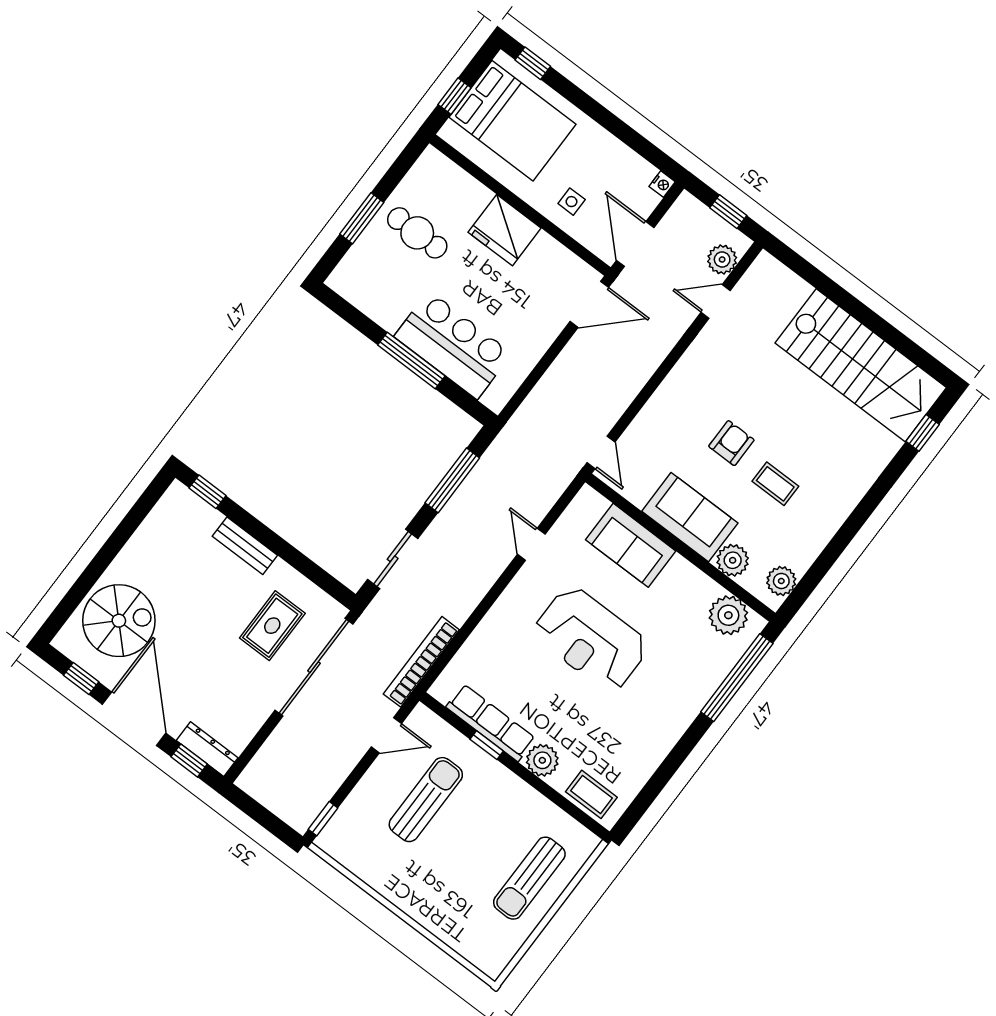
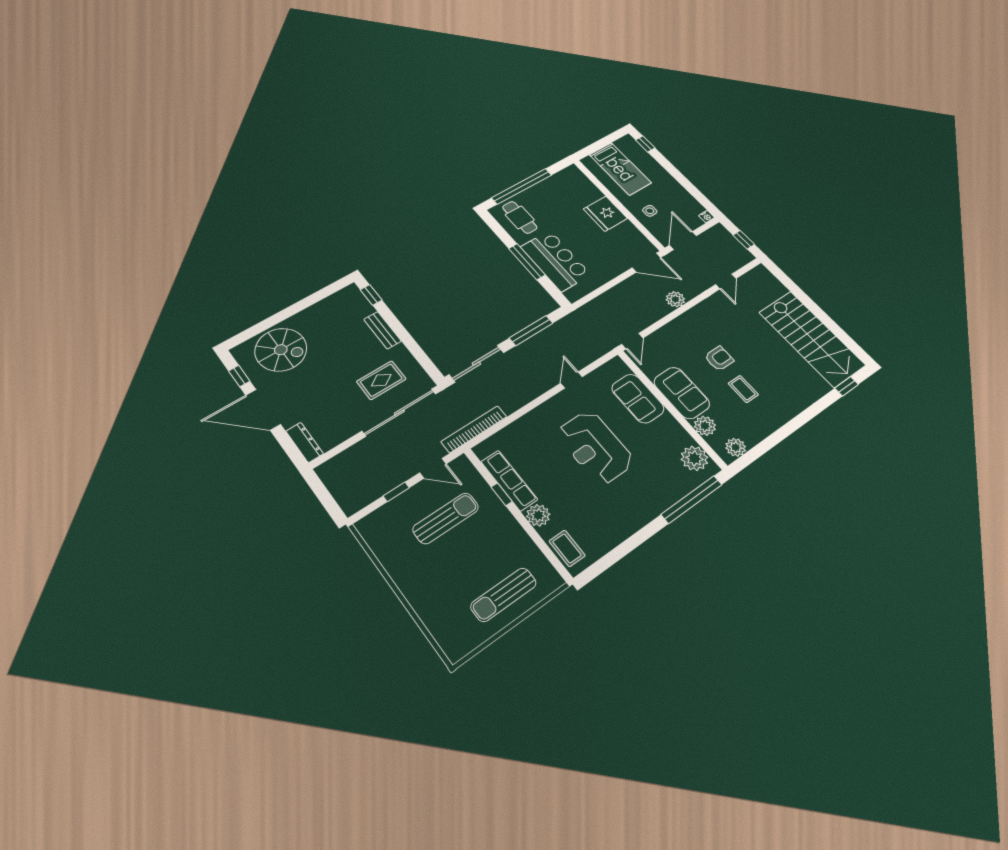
window: (454, 96) -> (596, 147), removed
bed: (512, 121) -> (620, 169), width x0.67
window: (362, 218) -> (522, 186), width x2.11
cafe table: (417, 233) -> (520, 217), moved
plant: (722, 259) -> (675, 299), moved
door: (716, 301) -> (726, 282), swing flipped
sliding door: (393, 559) -> (476, 364), width x1.37
door: (134, 719) -> (263, 410), swing flipped
window: (189, 760) -> (289, 446), removed
window: (323, 819) -> (396, 492), moved

